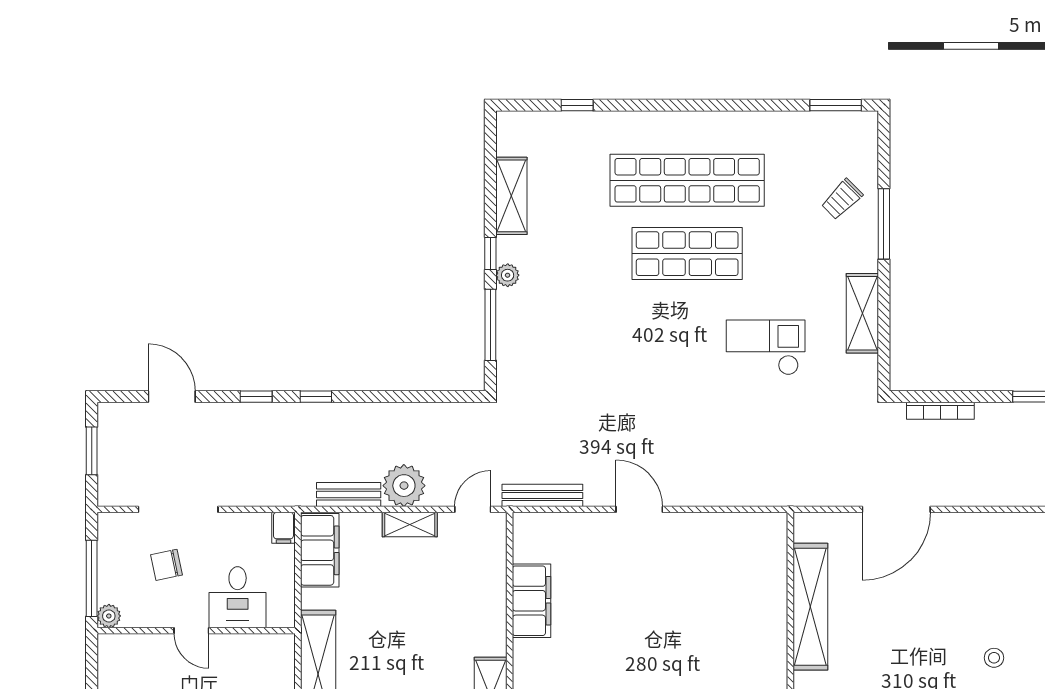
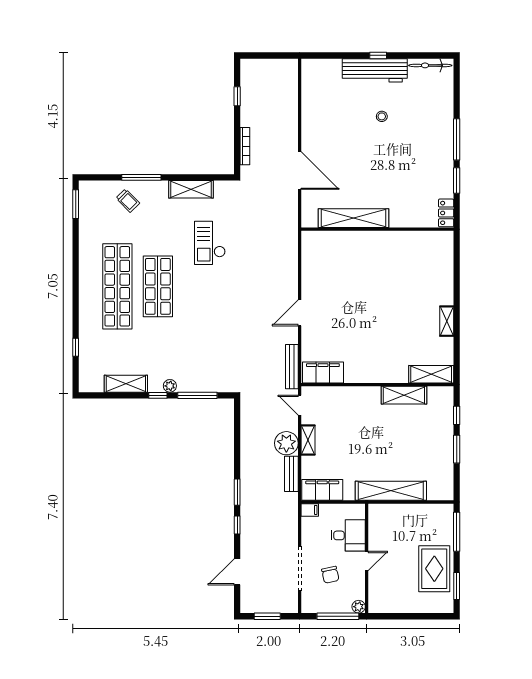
window: (316, 397) -> (237, 492), width x1.50
filing cabinet: (532, 601) -> (323, 373), moved

